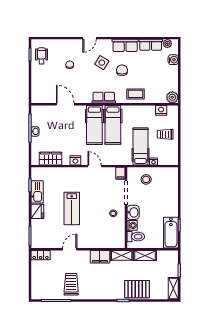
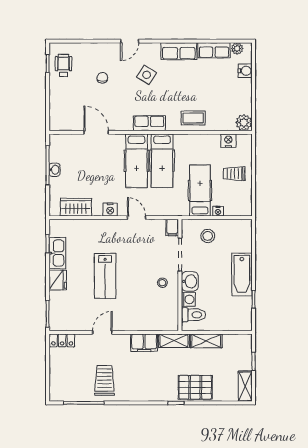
chair: (122, 70) -> (174, 85), removed
bathtub: (171, 233) -> (242, 274), moved

